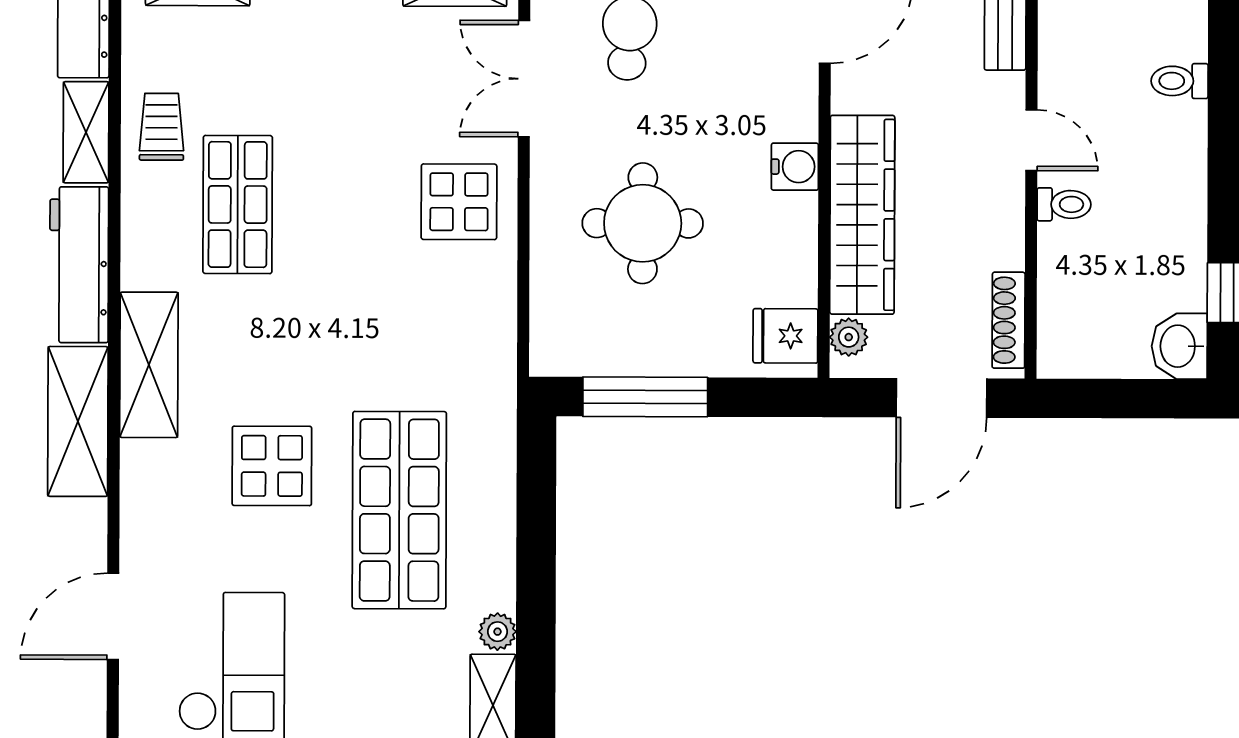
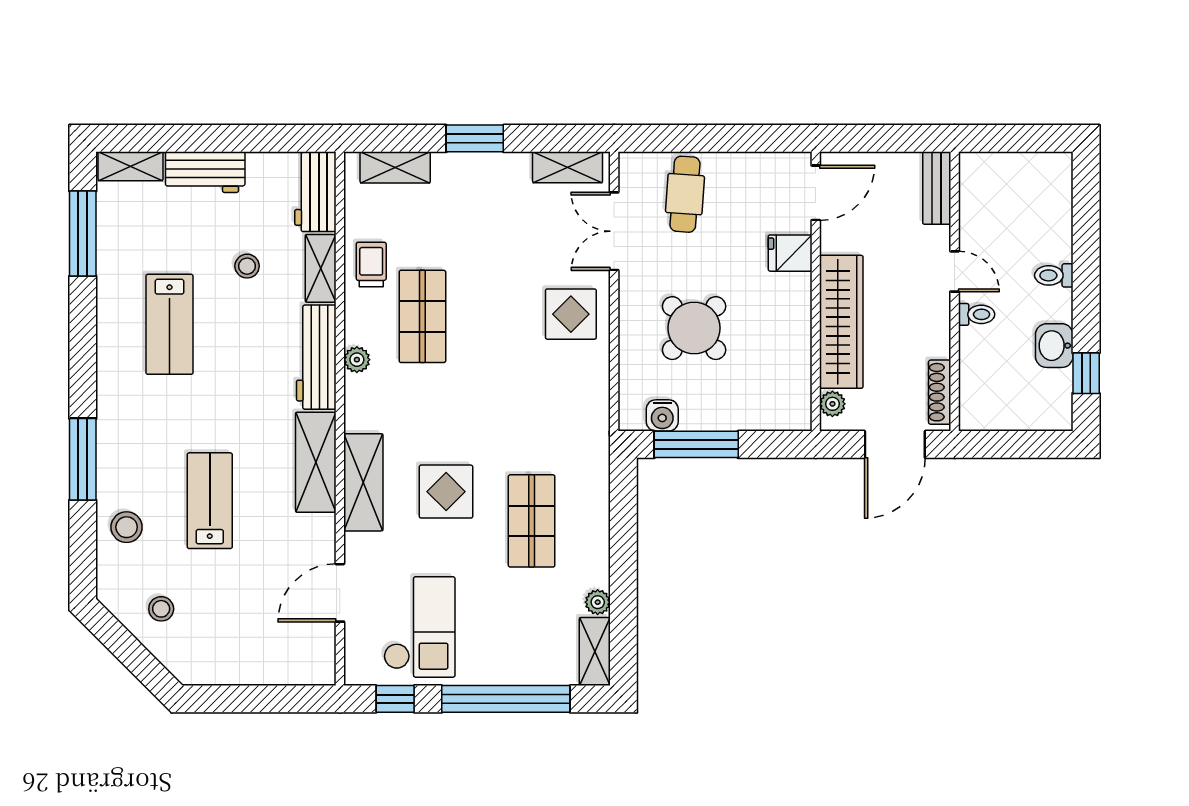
toilet: (1180, 81) -> (1054, 275), moved
water cooler: (795, 167) -> (662, 415), moved, turned 90
round table: (643, 223) -> (694, 328), turned 45
plant: (140, 269) -> (357, 360), added
fridge: (785, 336) -> (790, 253), moved
washbasin: (1179, 346) -> (1054, 346), moved
shelving: (149, 365) -> (363, 482), moved
shop shelf: (399, 510) -> (532, 521), width x0.70, depth x0.74

